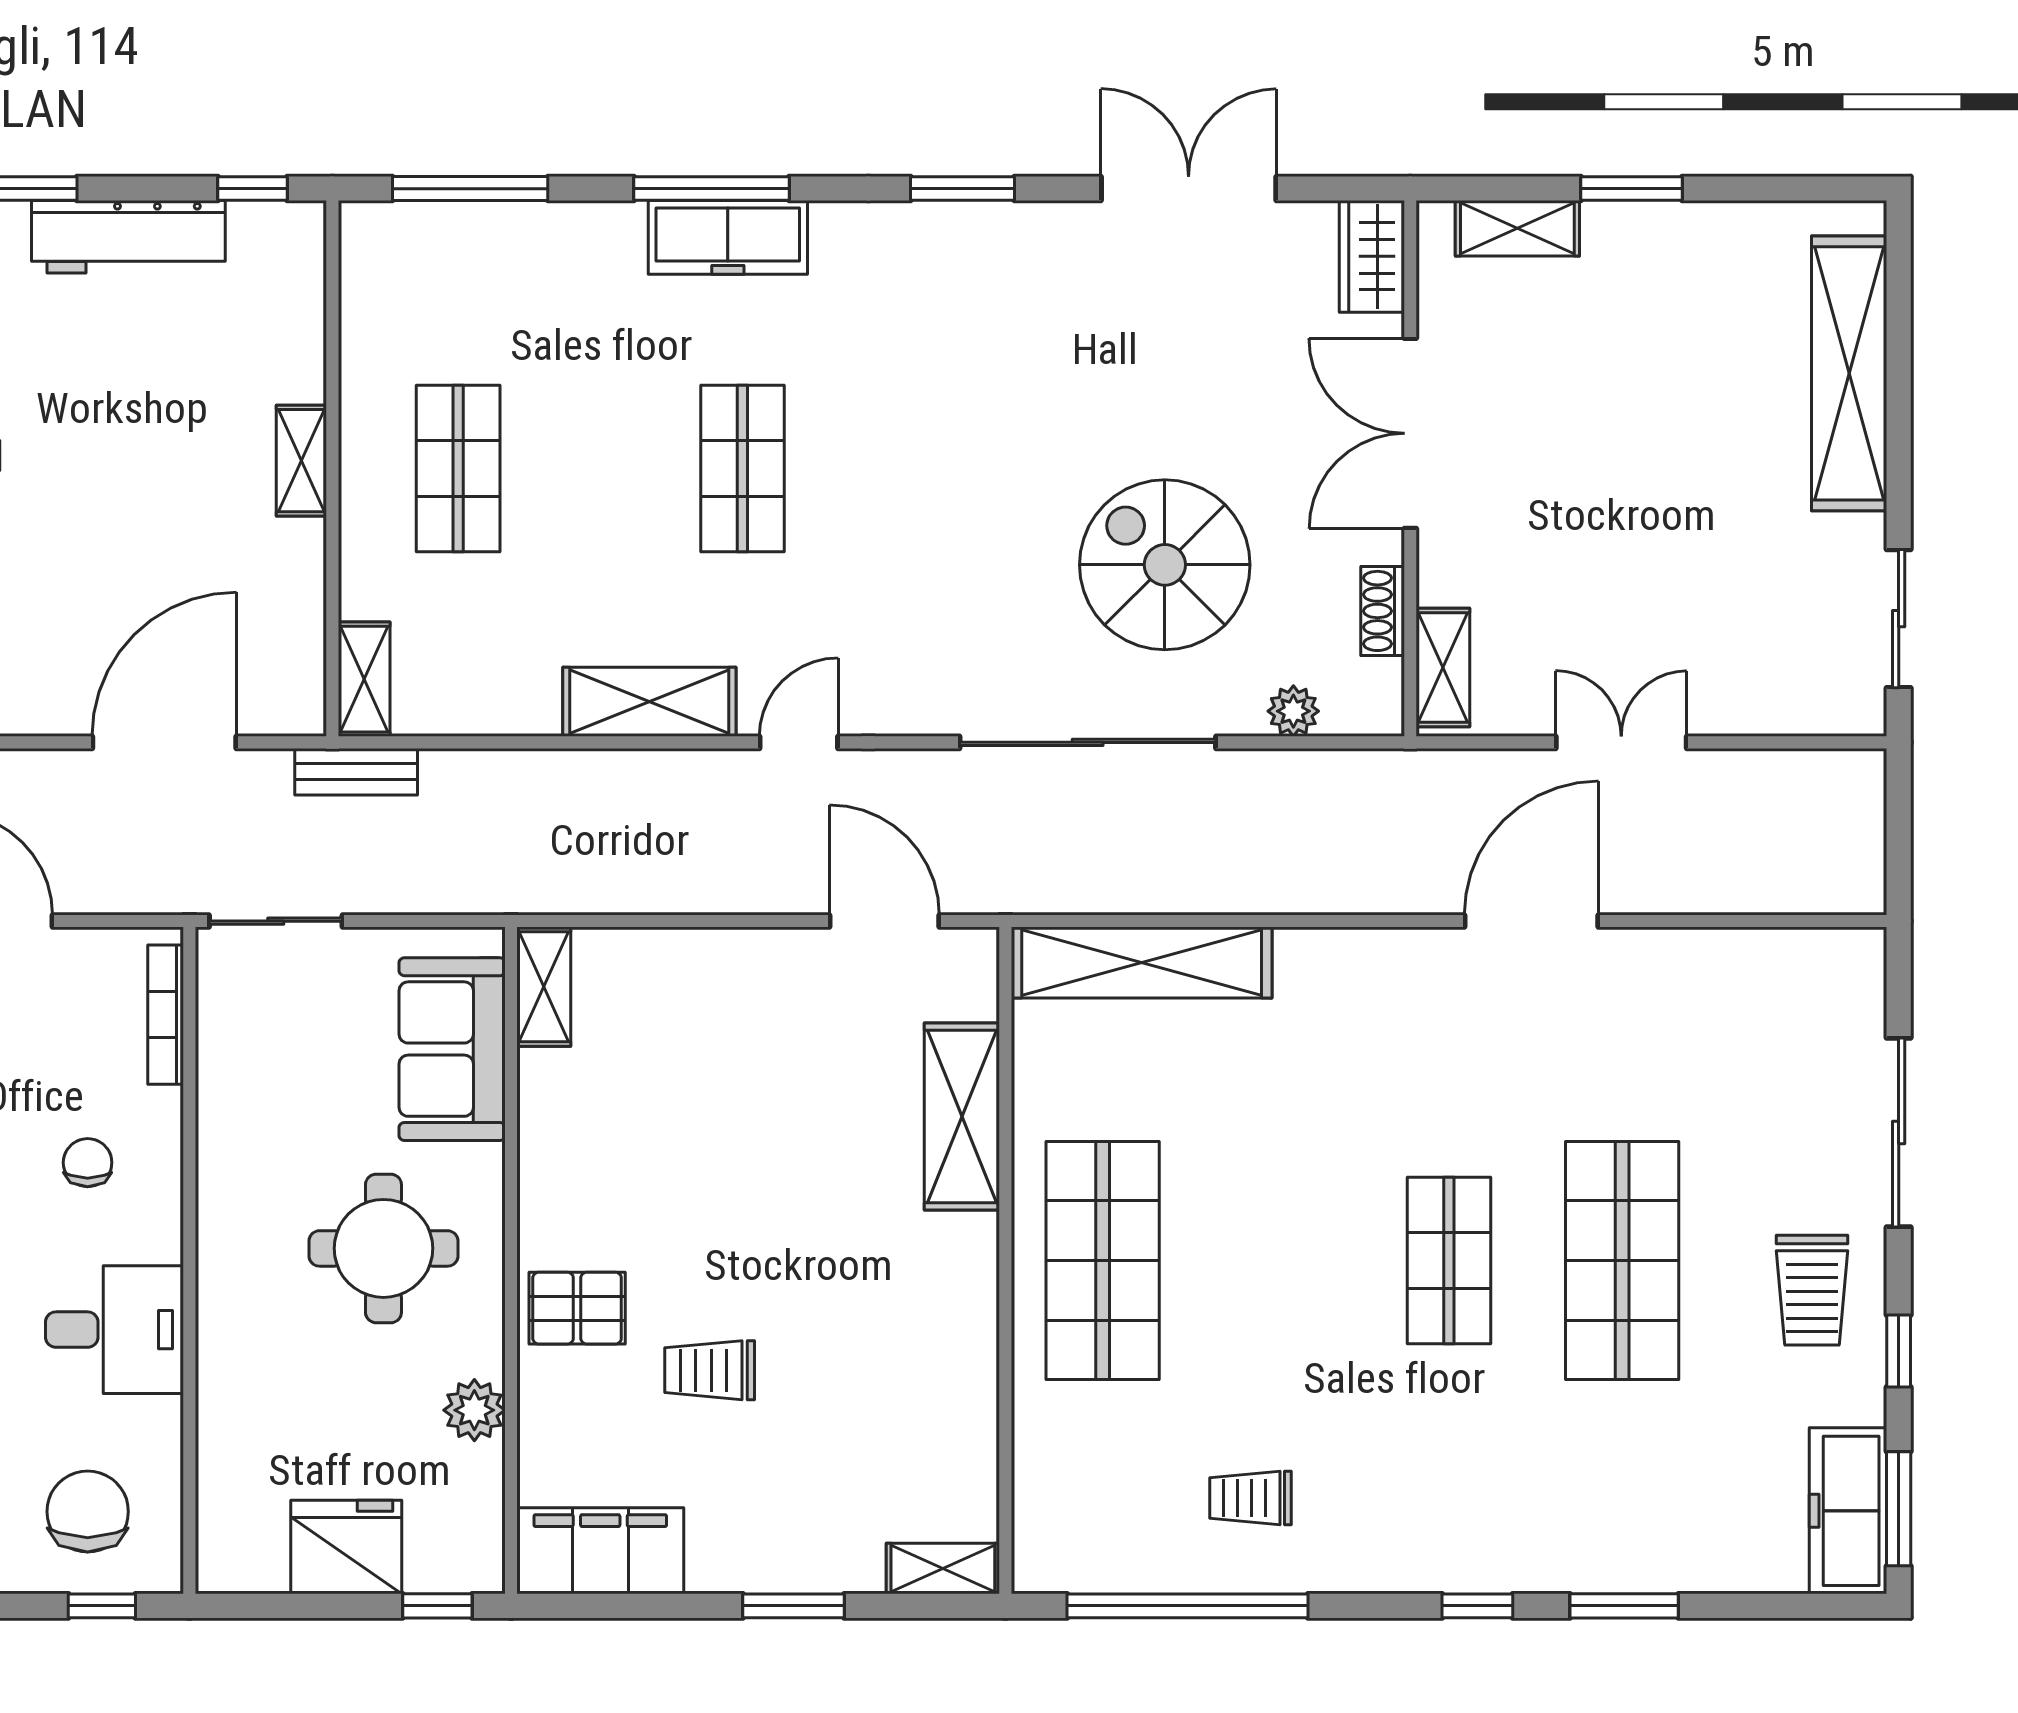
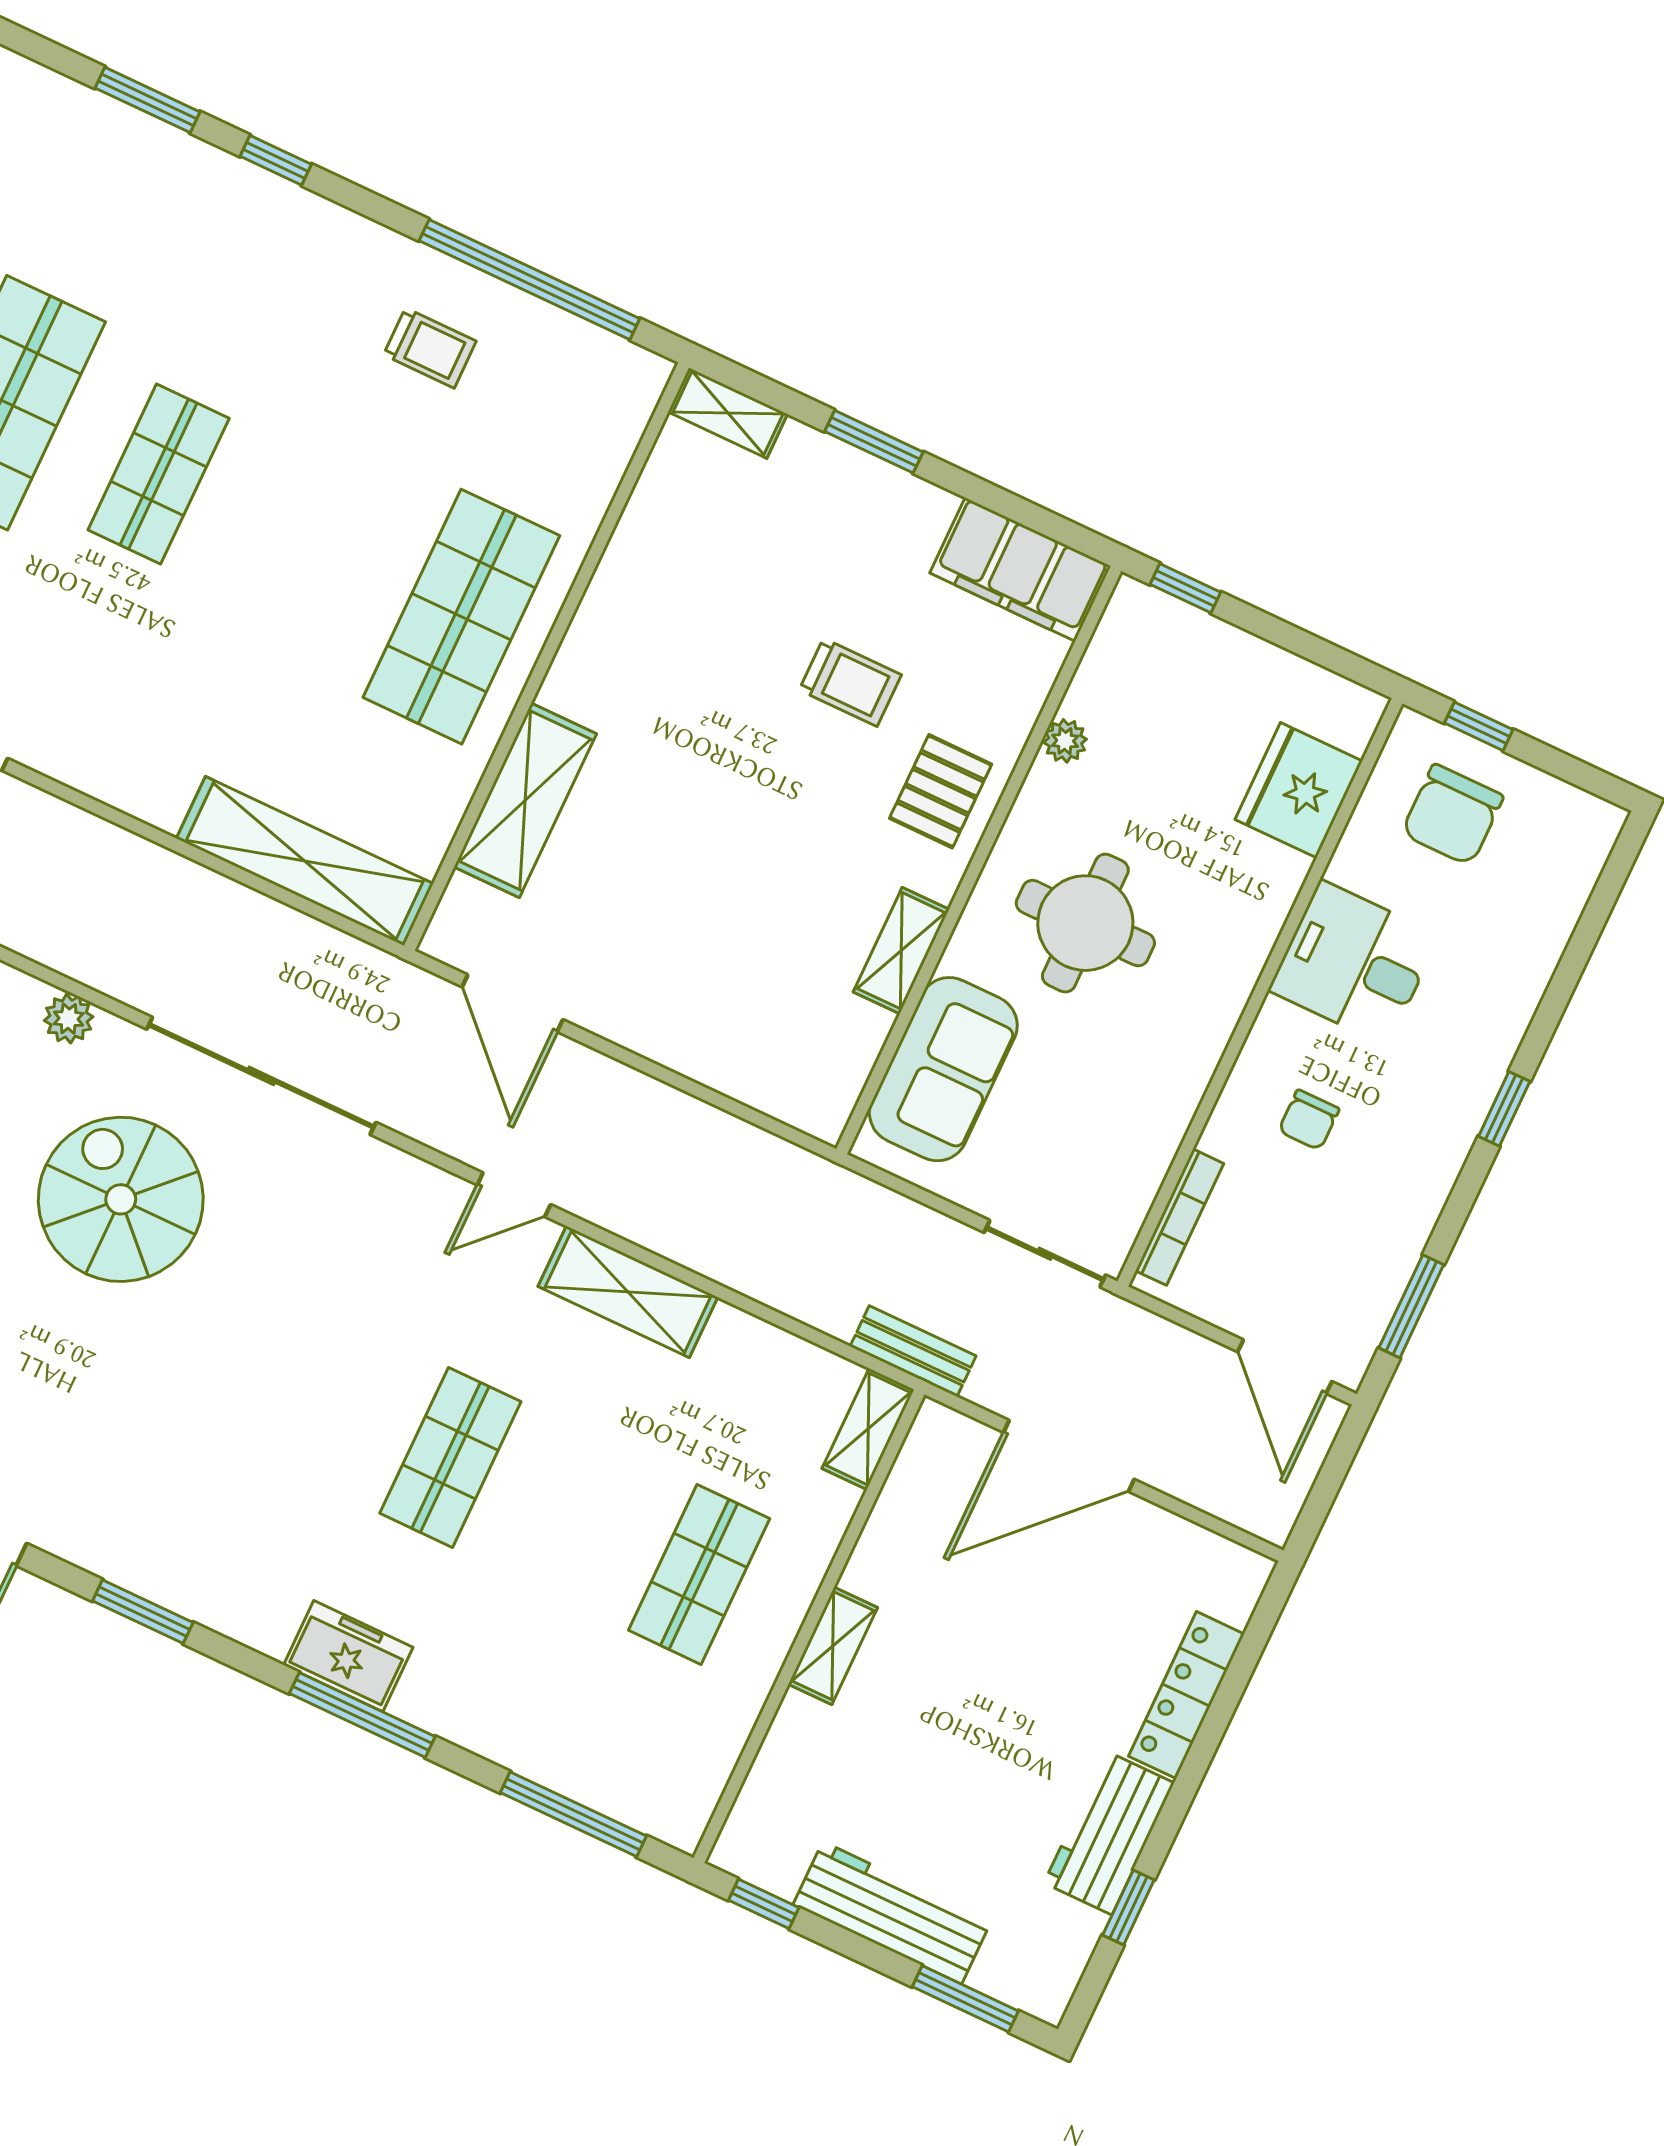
freezer: (728, 237) -> (348, 1656), width x0.71
spiral stairs: (1165, 565) -> (121, 1199), turned 180
shelving: (544, 987) -> (901, 951), moved
pallet: (577, 1308) -> (941, 791), turned 90
plant: (474, 1410) -> (1065, 741), width x0.73, depth x0.73
fridge: (346, 1547) -> (1299, 790), moved, turned 90

